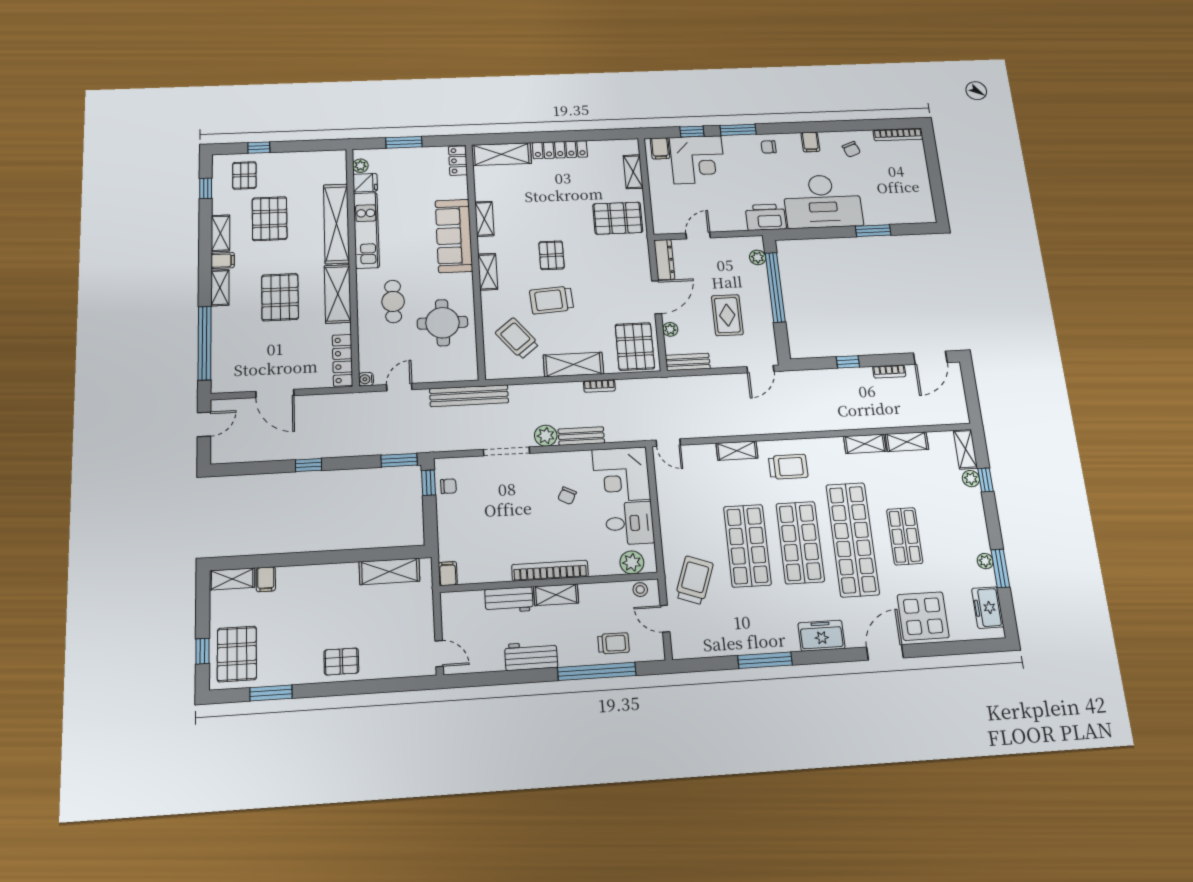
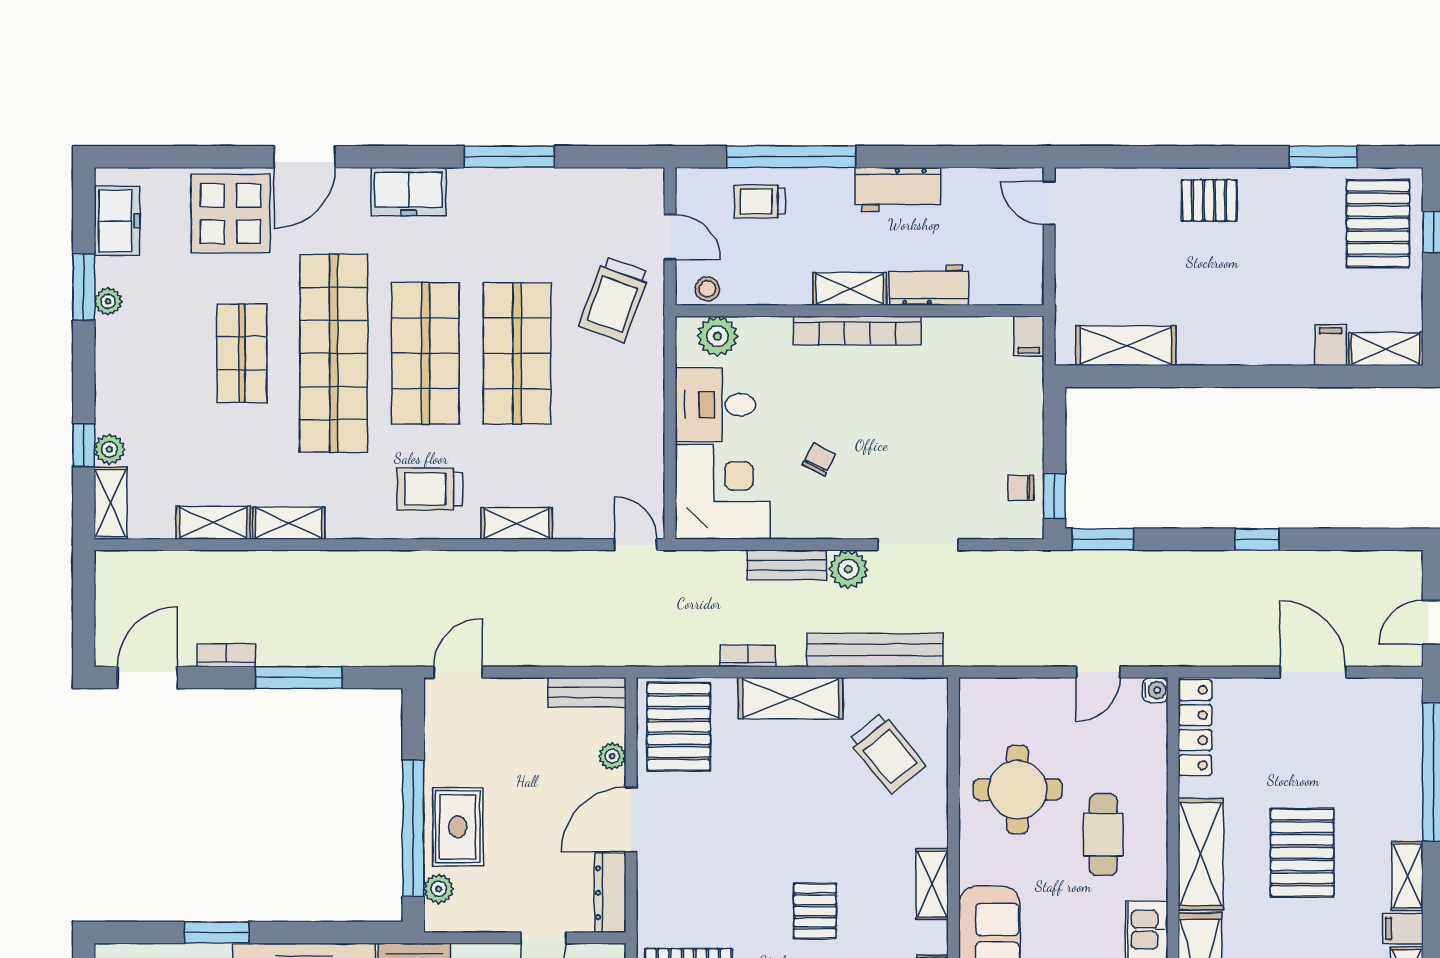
trolley: (551, 300) -> (821, 823), removed
rug: (727, 315) -> (458, 827), moved
window: (848, 362) -> (299, 677), width x2.17
bench: (469, 396) -> (875, 650), moved

